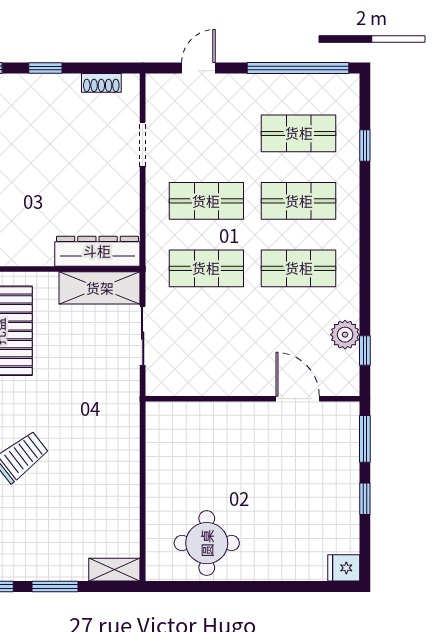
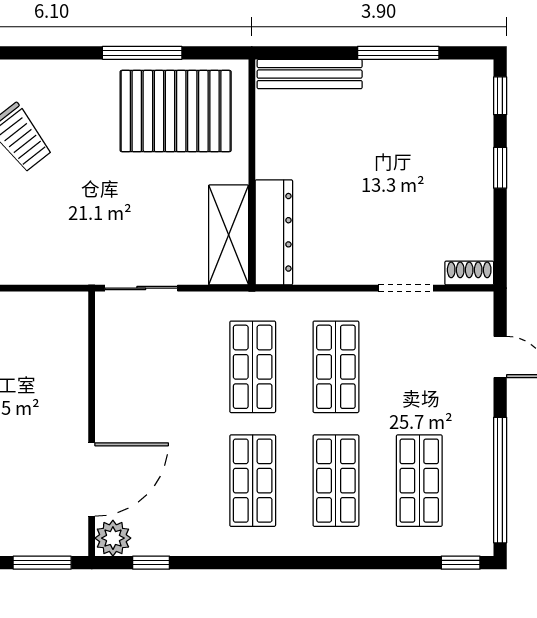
shoe rack: (101, 83) -> (469, 273), moved, turned 90
window: (365, 146) -> (461, 563), moved
plant: (345, 335) -> (113, 538), moved
sliding door: (143, 336) -> (141, 288), moved
door: (298, 399) -> (92, 480), width x1.36

